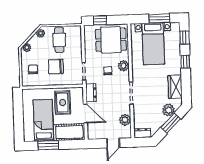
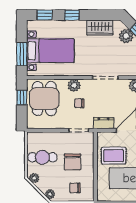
window: (159, 18) -> (22, 54), moved
window: (100, 20) -> (22, 98), moved

